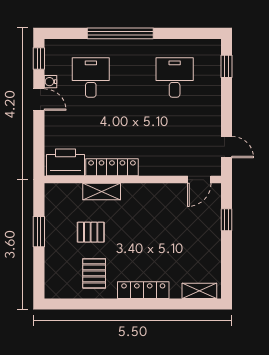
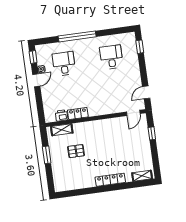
door: (39, 100) -> (36, 80), hinge flipped
door: (227, 147) -> (146, 92), swing flipped
printer: (66, 162) -> (62, 115), width x0.53, depth x0.68
locker: (112, 167) -> (78, 113), width x0.66
shelving: (102, 192) -> (62, 130), moved
pallet: (94, 273) -> (81, 174), removed

